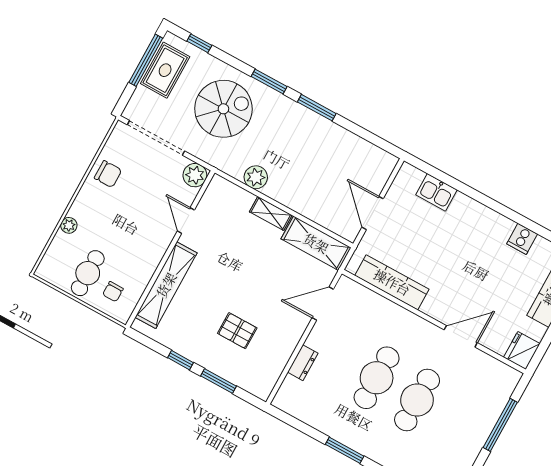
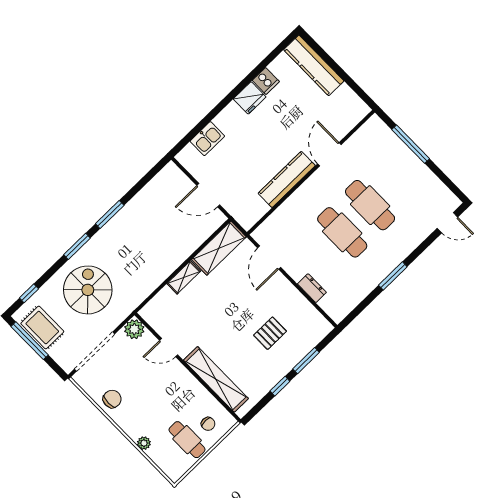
plant: (256, 177) -> (151, 281), removed
kitchen counter: (392, 282) -> (287, 179), moved
fridge: (522, 351) -> (250, 98), moved, turned -90

